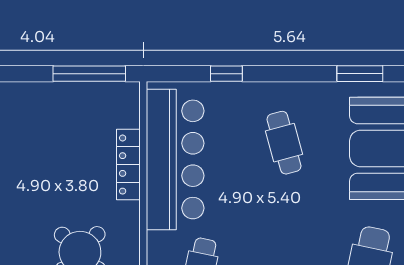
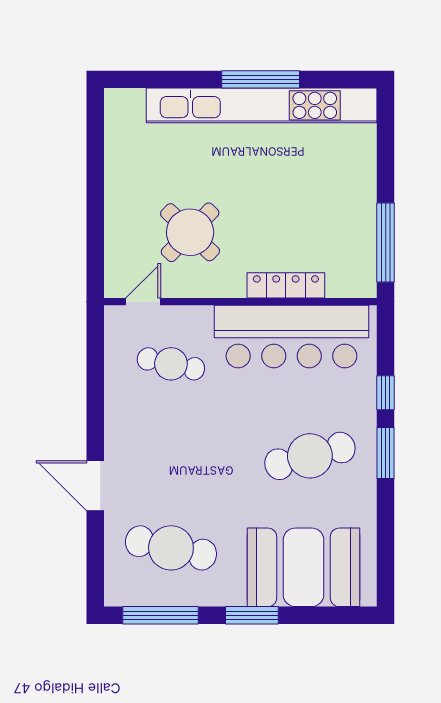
window: (360, 74) -> (386, 453), moved
cafe table: (284, 143) -> (310, 456), width x1.37, depth x1.35

